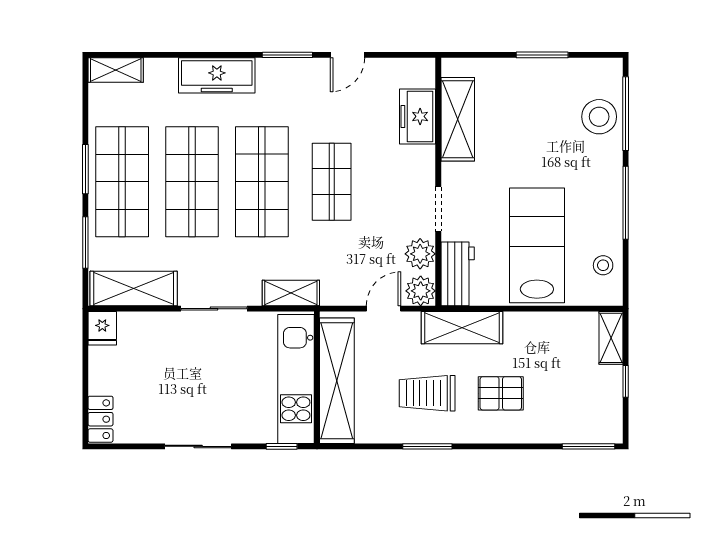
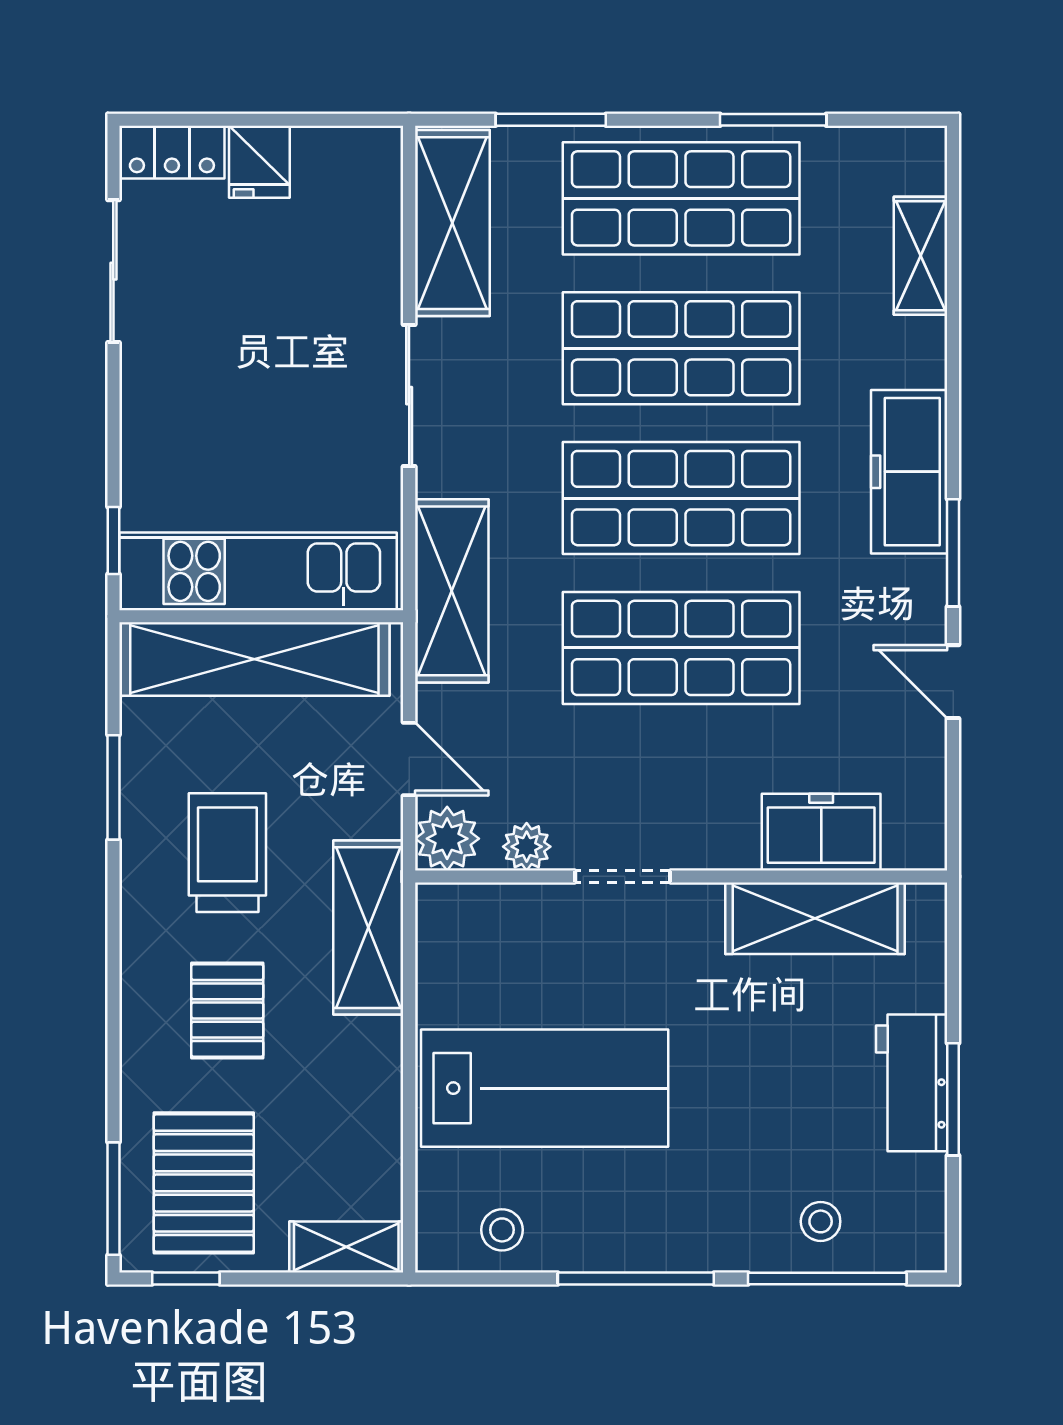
shelving: (116, 70) -> (921, 256), moved
freezer: (217, 75) -> (909, 472), moved
stool: (599, 117) -> (821, 1221), width x0.53, depth x0.53
window: (85, 169) -> (773, 120), moved
shop shelf: (332, 182) -> (681, 648), width x1.43, depth x1.36
plant: (420, 254) -> (527, 847), width x0.73, depth x0.73
workbench: (458, 274) -> (912, 1083), moved, turned 90
shelving: (291, 293) -> (452, 591), width x1.50, depth x1.33
fridge: (102, 328) -> (259, 162), moved, turned -90
window: (626, 381) -> (186, 1278), moved
pallet: (581, 404) -> (204, 1183), added
sliding door: (198, 446) -> (113, 271), moved
window: (427, 446) -> (113, 787), moved

